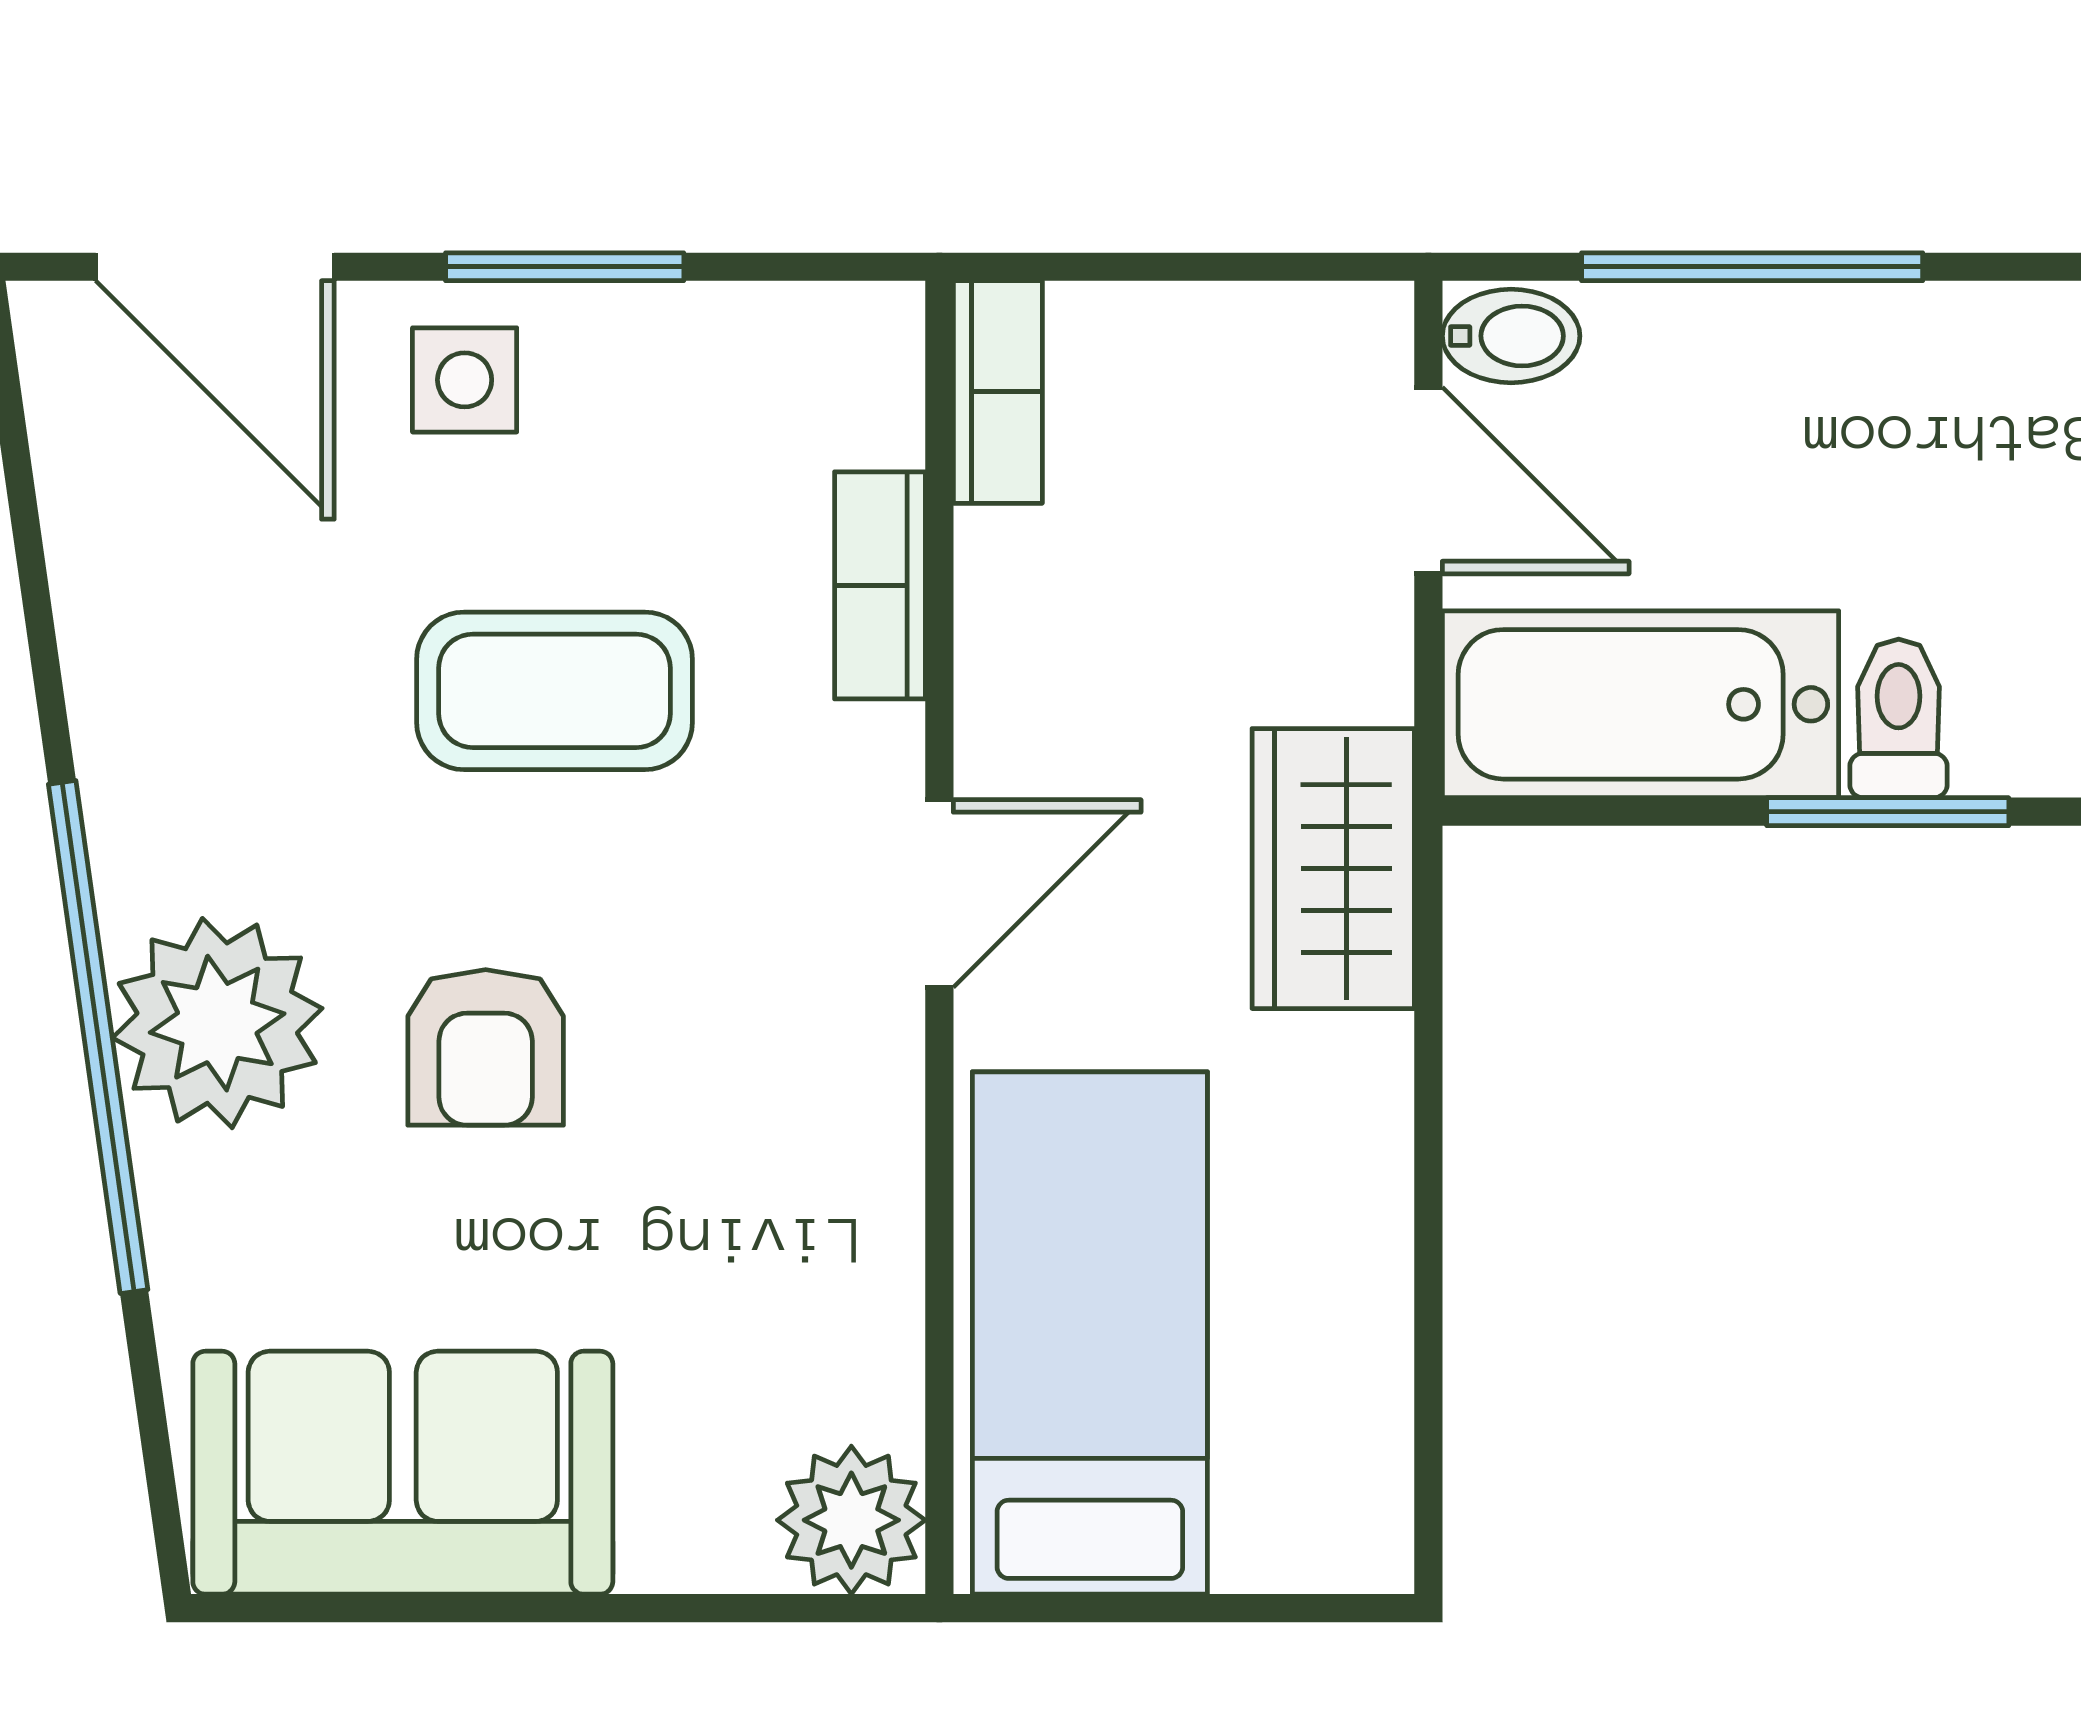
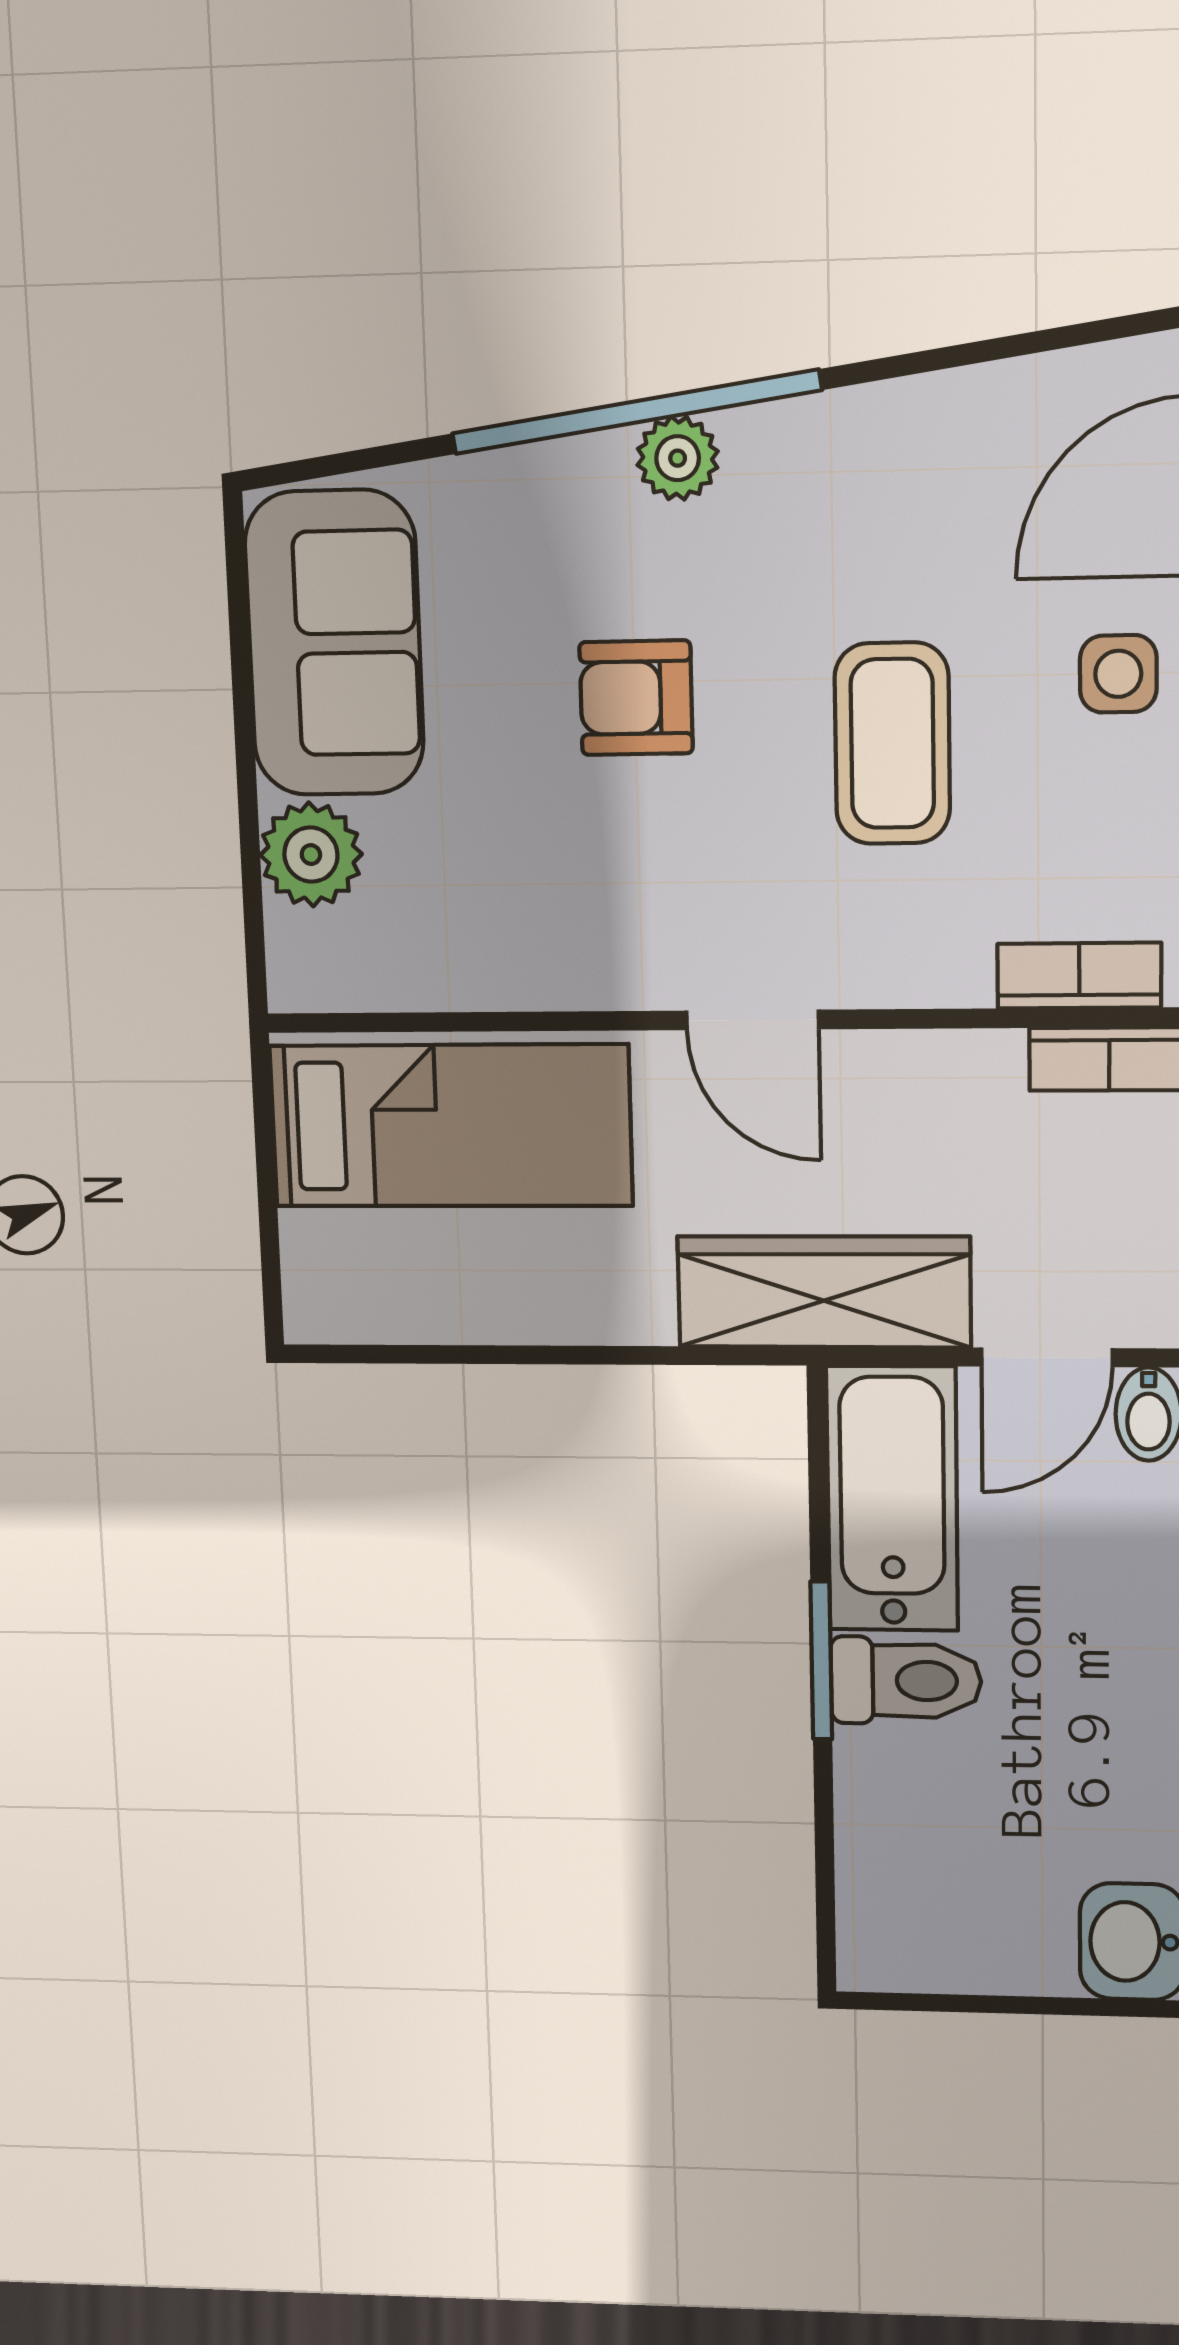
bookcase: (880, 585) -> (1079, 976), moved
toilet: (1899, 718) -> (906, 1681), width x1.37, depth x1.39
wardrobe: (1333, 869) -> (824, 1292), width x1.50
plant: (217, 1023) -> (678, 458), width x0.53, depth x0.53
plant: (851, 1520) -> (311, 855), moved

